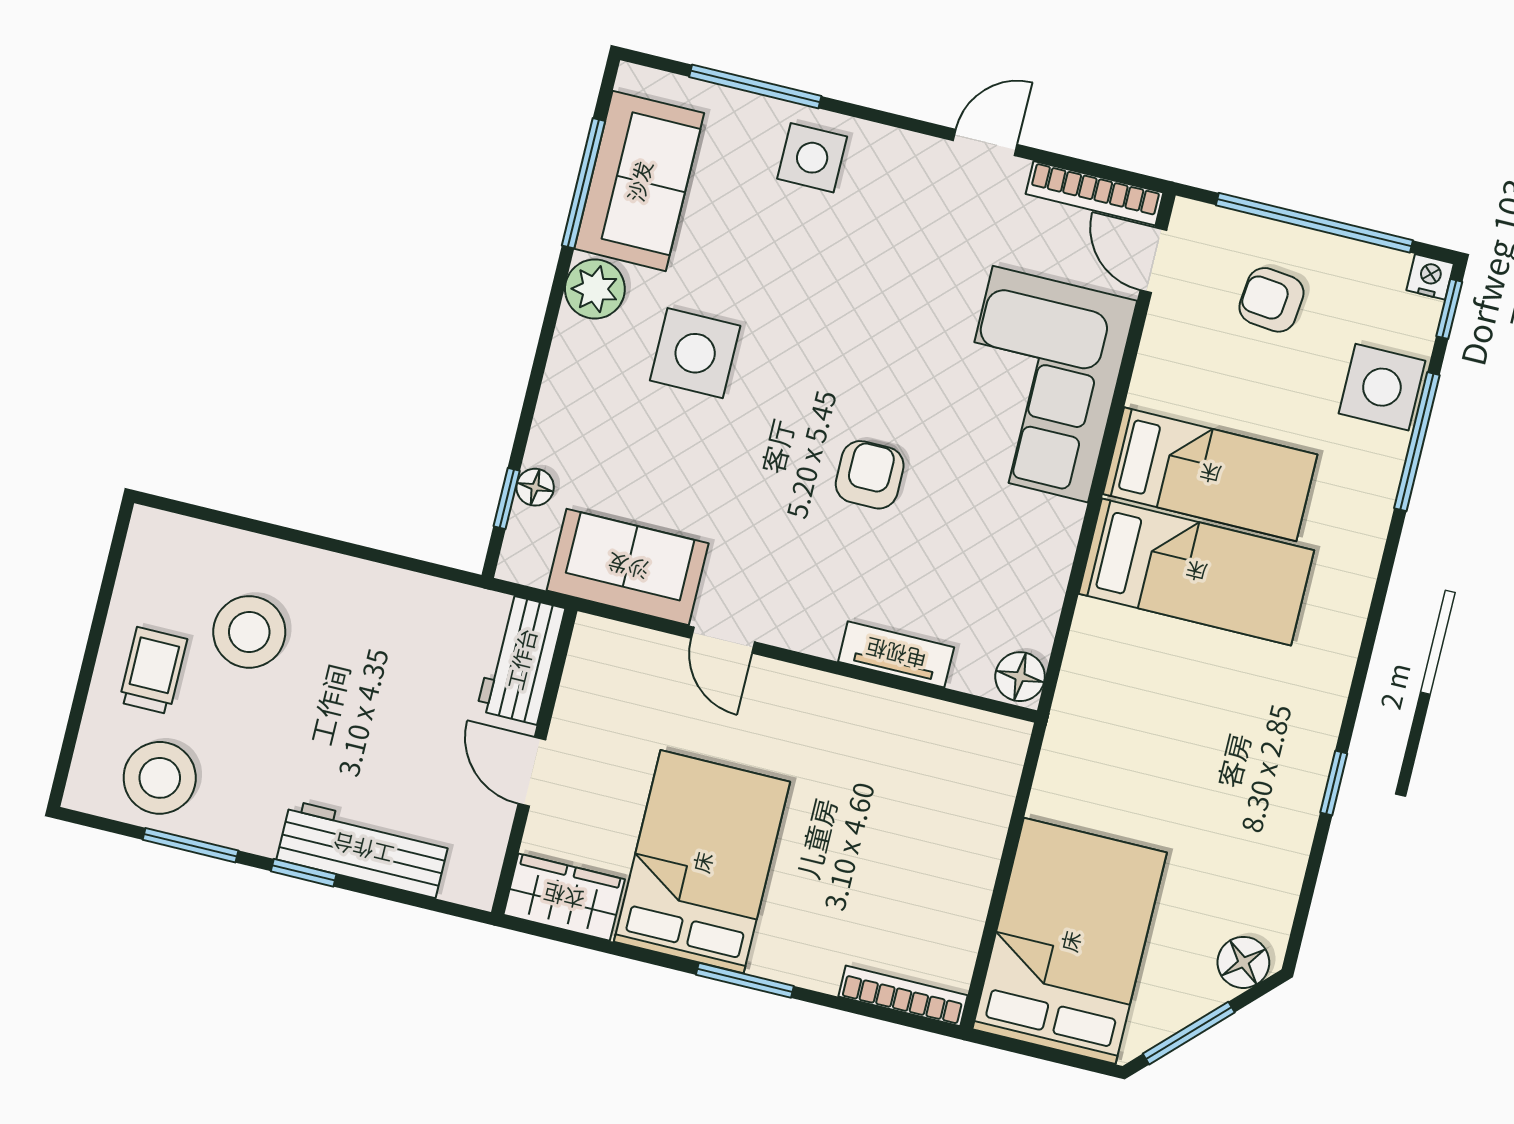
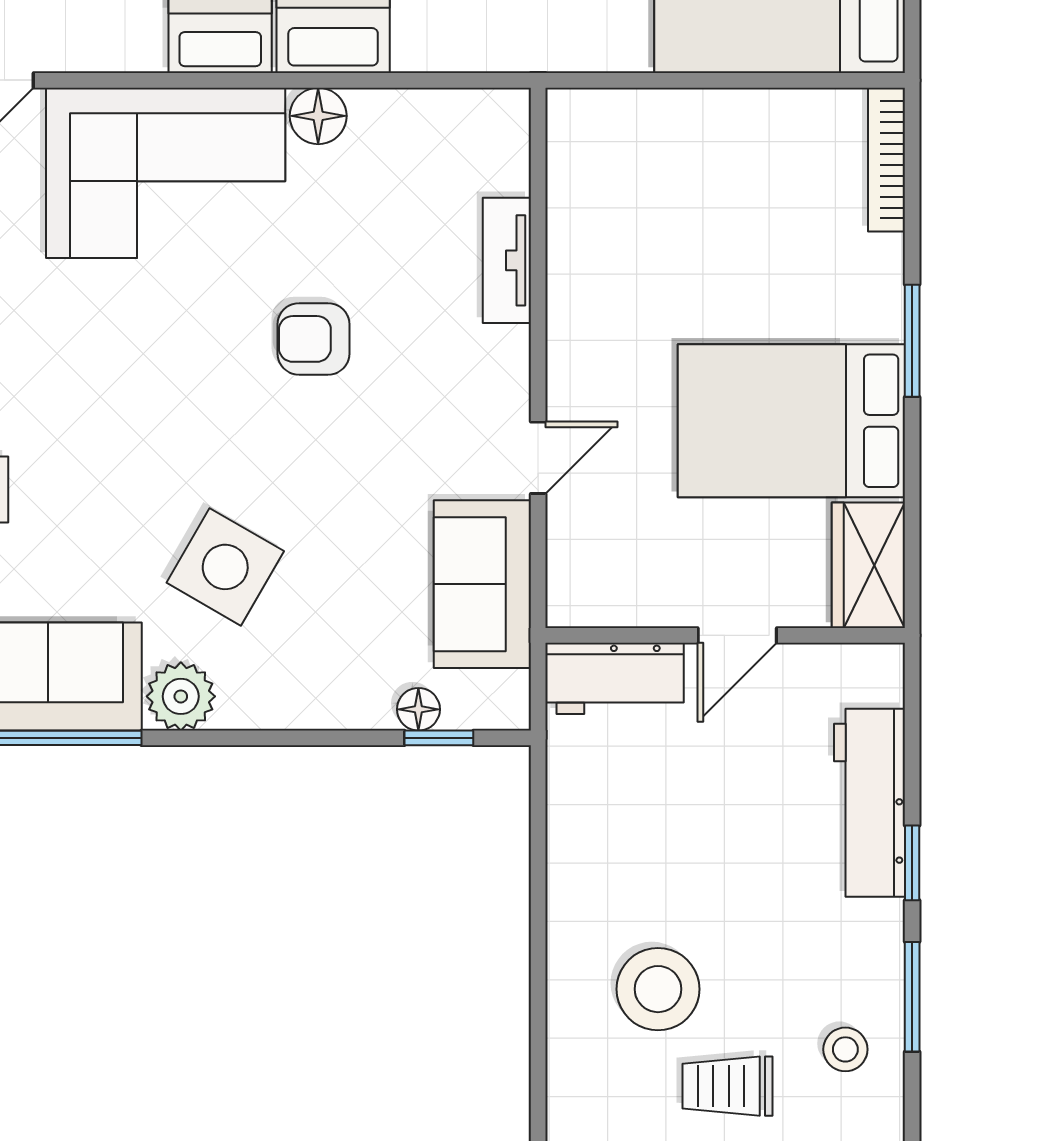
side table: (695, 353) -> (225, 567), turned 30
floor lamp: (1020, 677) -> (318, 116), moved
stool: (160, 778) -> (845, 1049), width x0.53, depth x0.53

